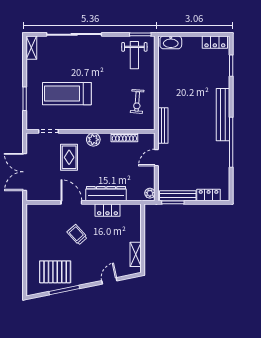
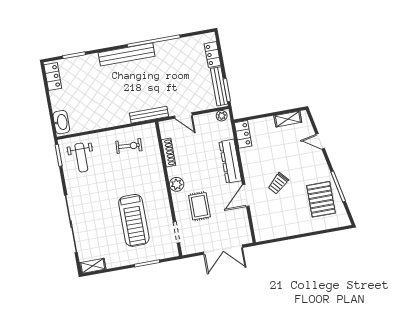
weight bench: (134, 55) -> (81, 158), turned 90
rug: (69, 157) -> (199, 206), turned 90
locker: (107, 210) -> (243, 134), moved

